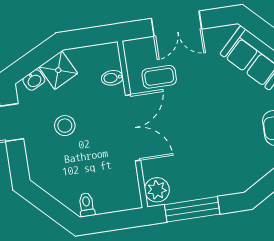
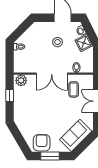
window: (192, 209) -> (10, 95), width x0.46

